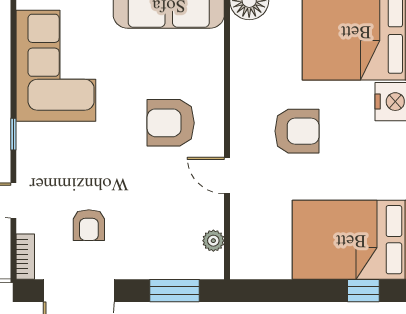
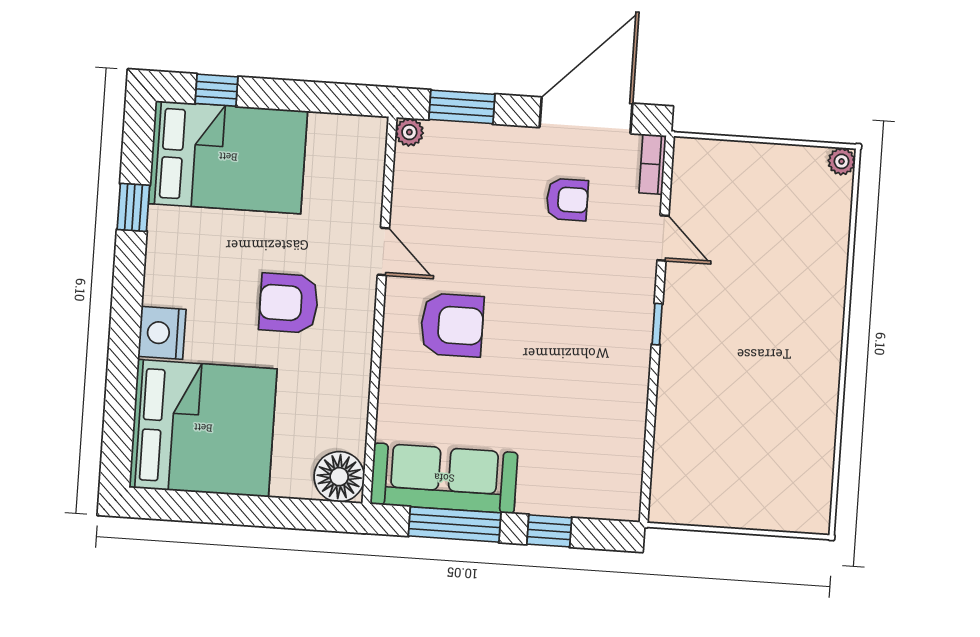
corner sofa: (56, 66) -> (596, 409), removed
armchair: (89, 225) -> (567, 199), turned 90
plant: (213, 241) -> (409, 132), moved

